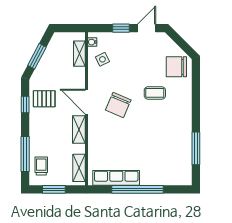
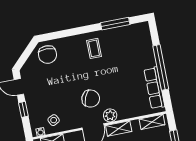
coffee table: (155, 93) -> (94, 48), moved
plant: (95, 123) -> (110, 115), added

